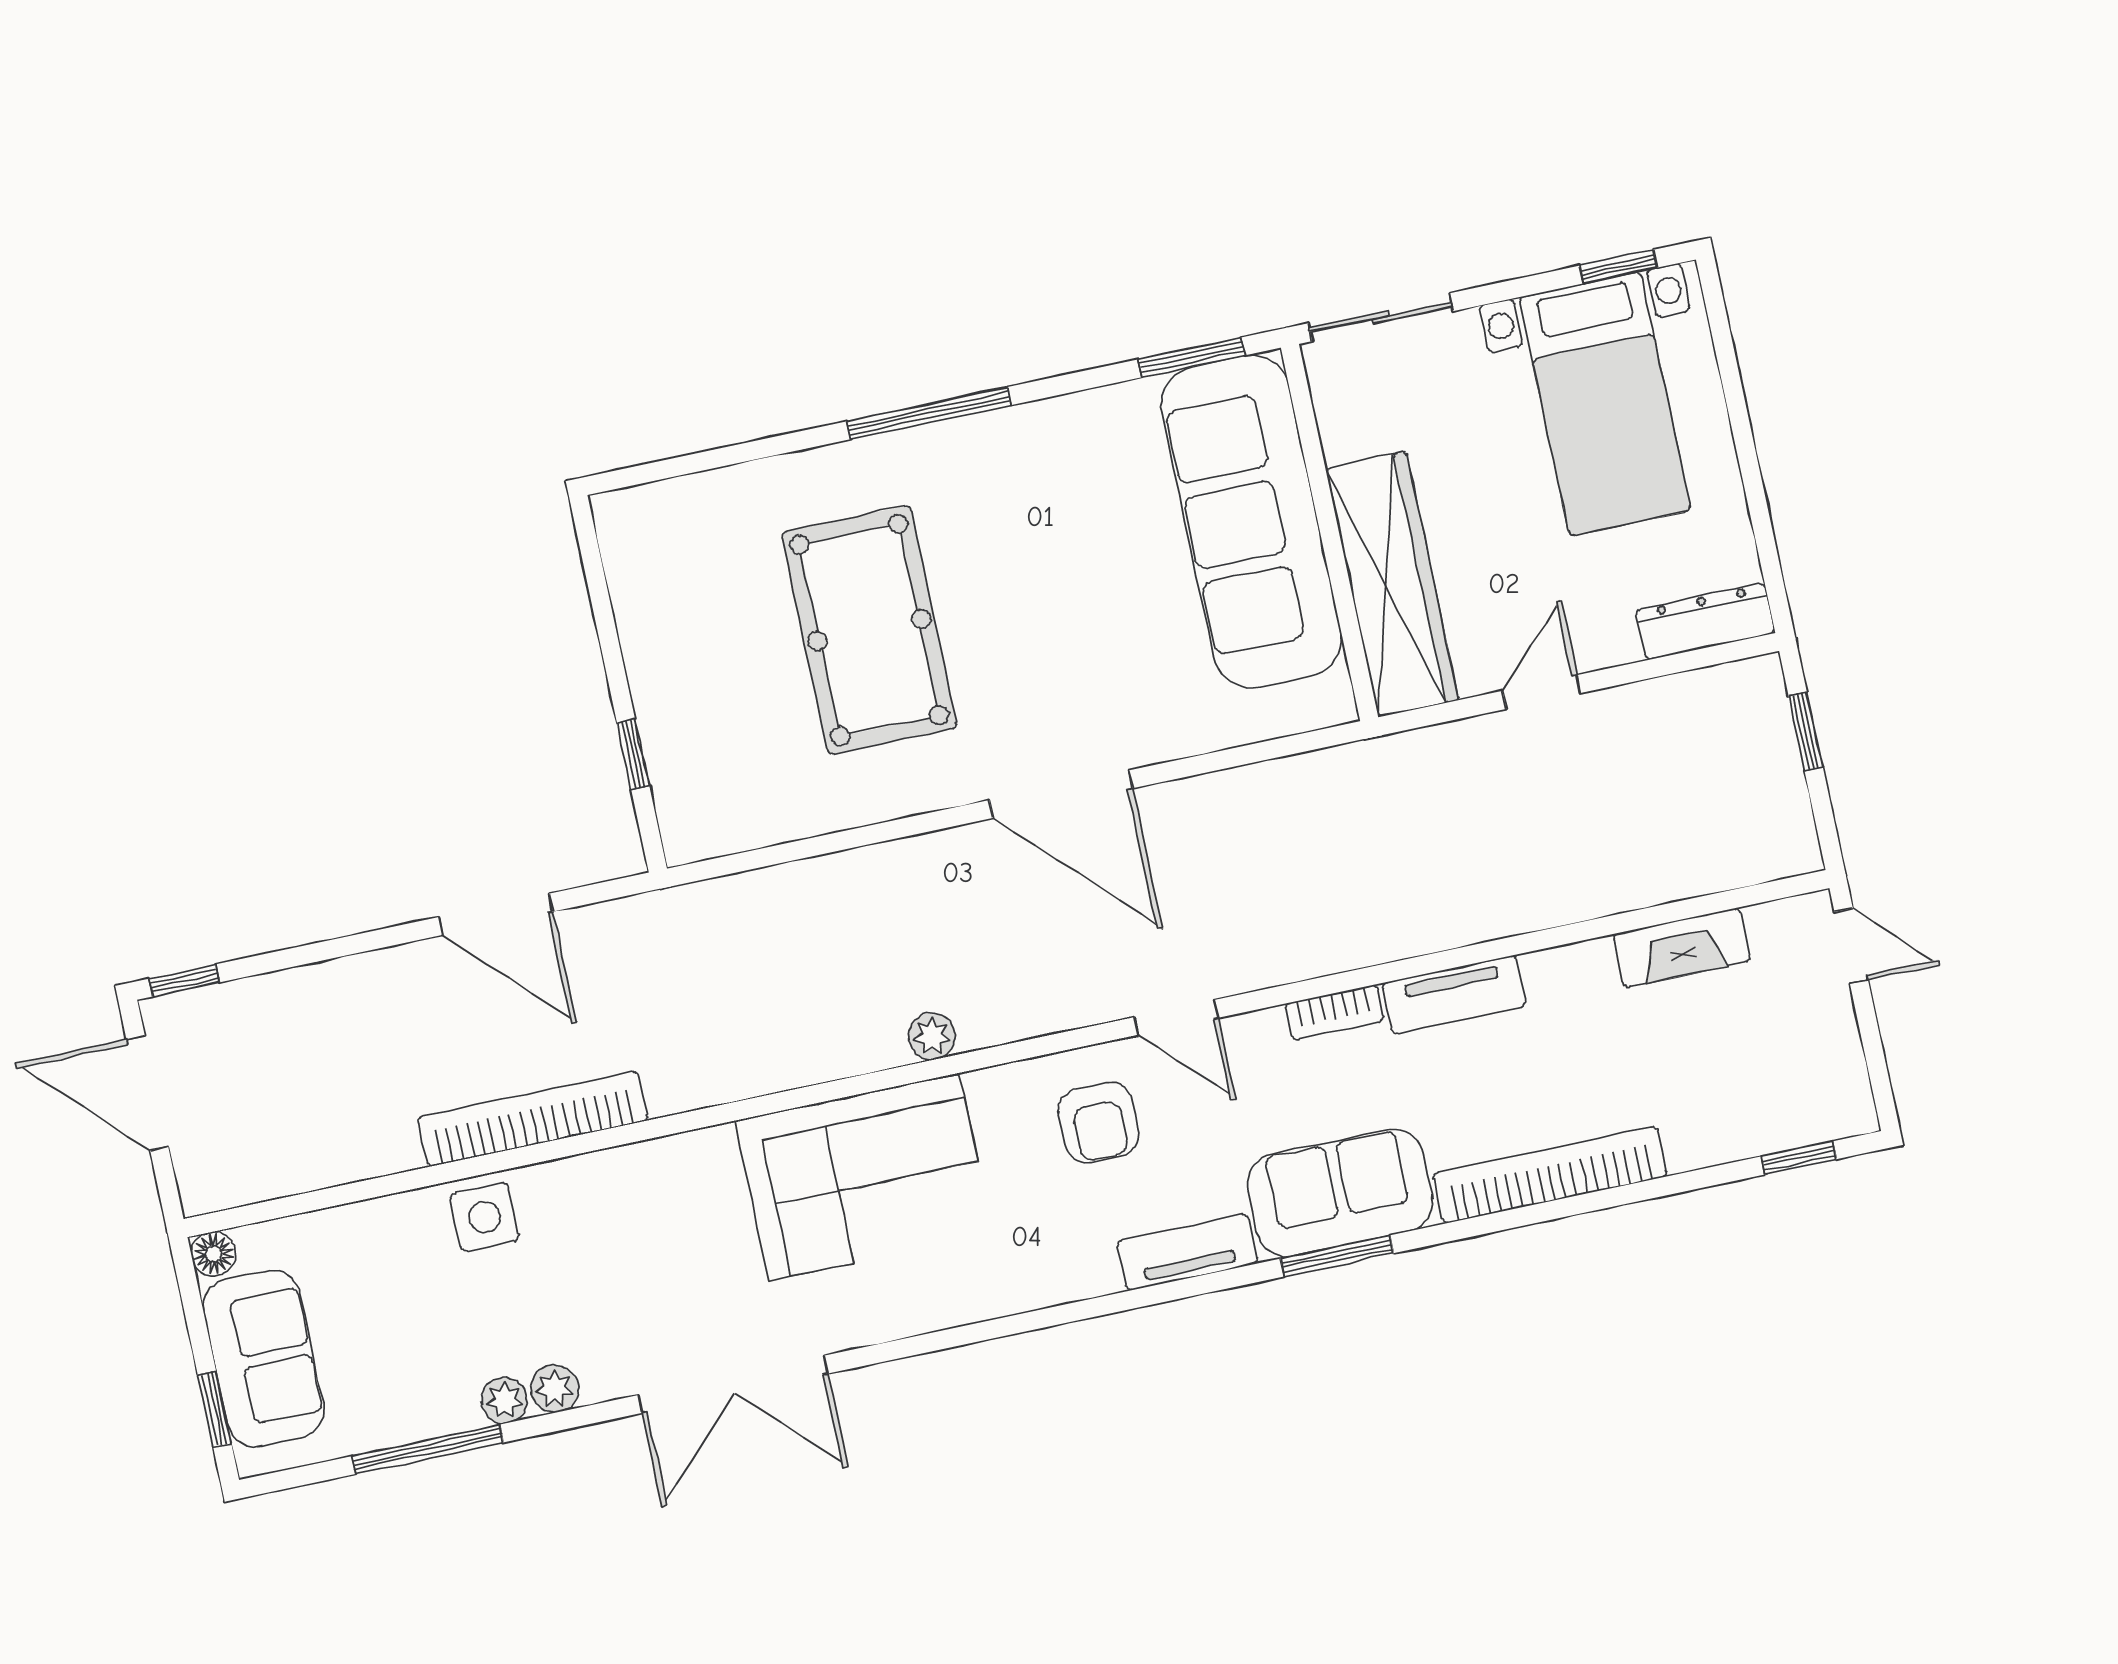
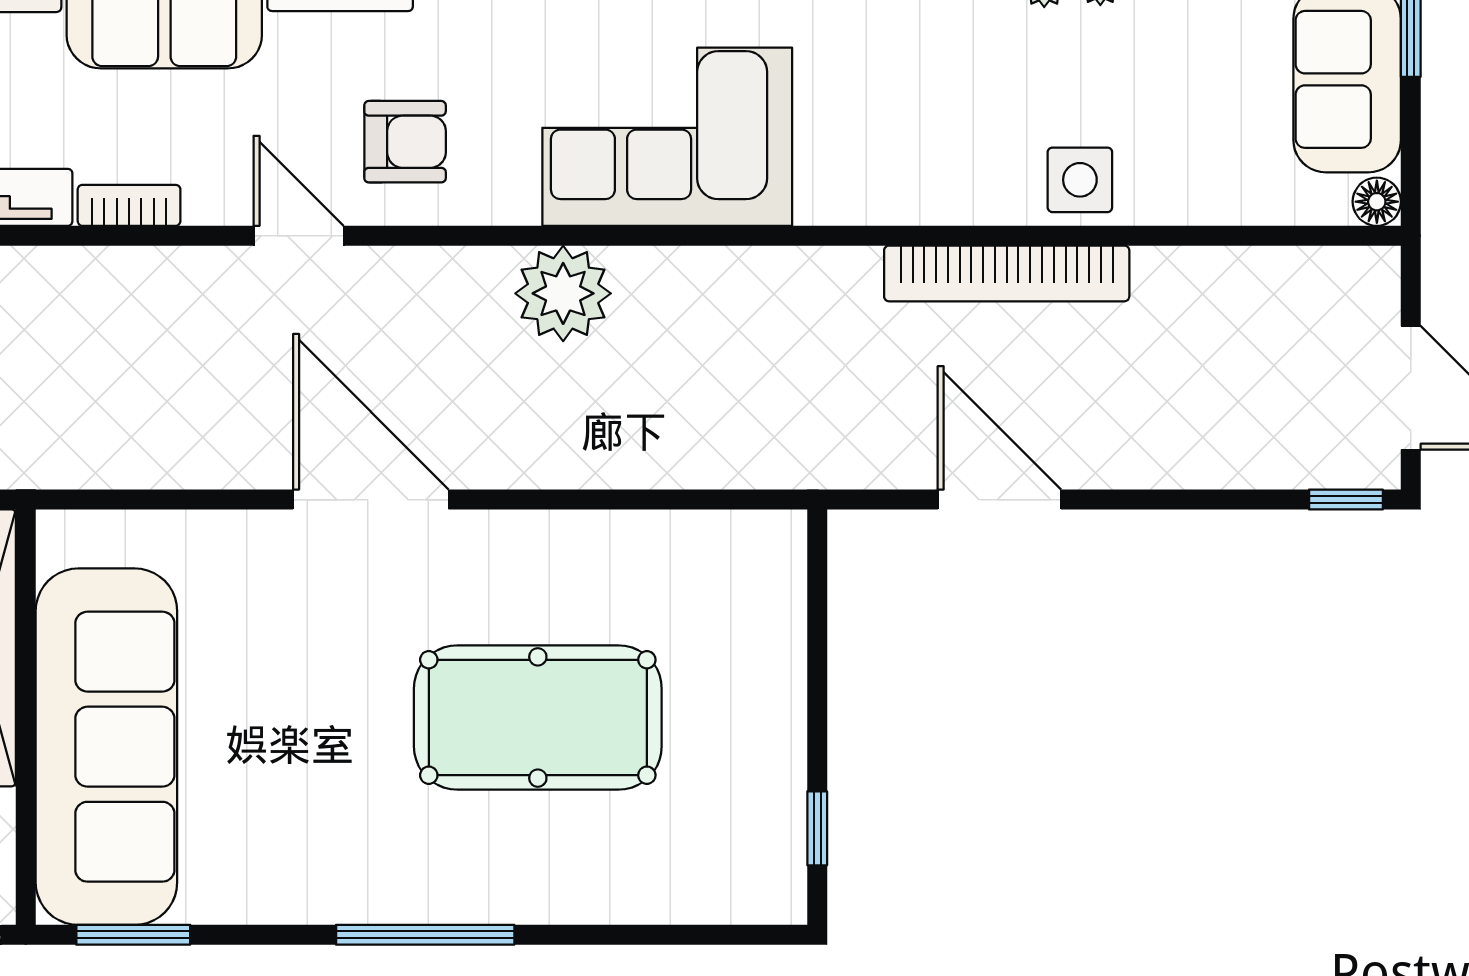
pool table: (869, 630) -> (538, 717), turned 90
window: (633, 754) -> (817, 828), moved
plant: (932, 1036) -> (563, 293), width x1.88, depth x1.88
armchair: (1099, 1122) -> (405, 142), turned 90

